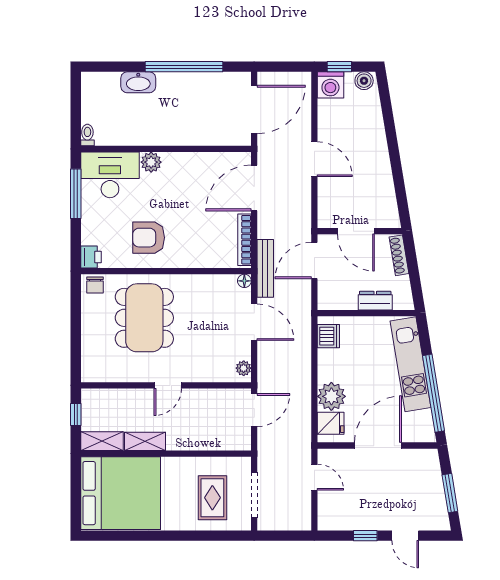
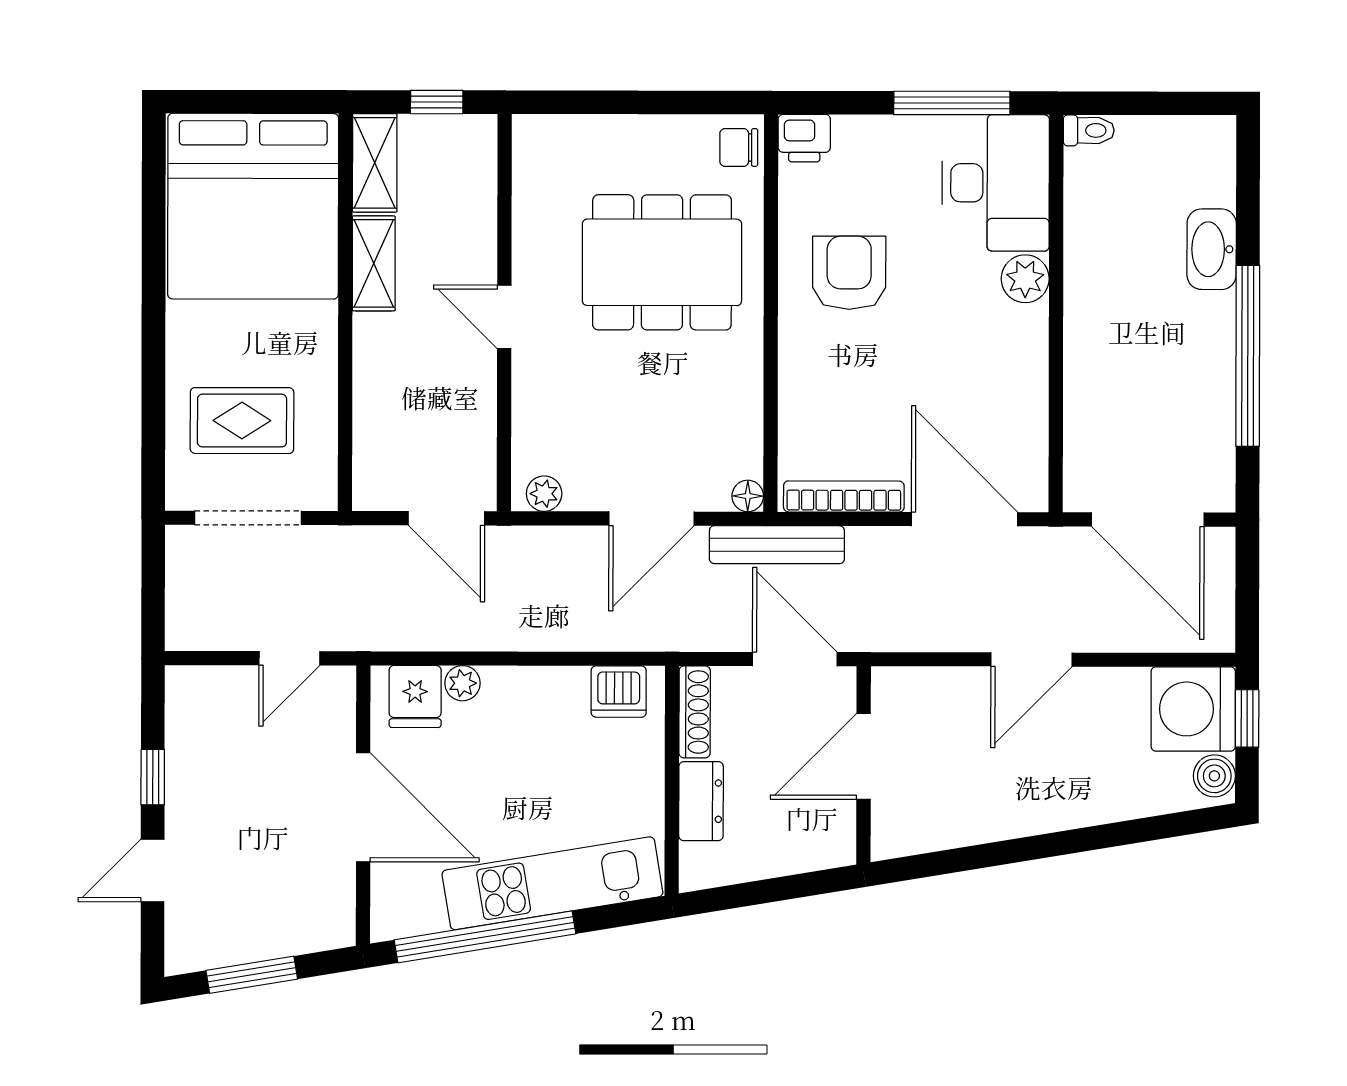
washing machine: (330, 85) -> (1193, 709), width x1.37, depth x1.37
shoe rack: (399, 255) -> (695, 712), moved, turned 99
plant: (331, 396) -> (462, 683), width x0.53, depth x0.53

